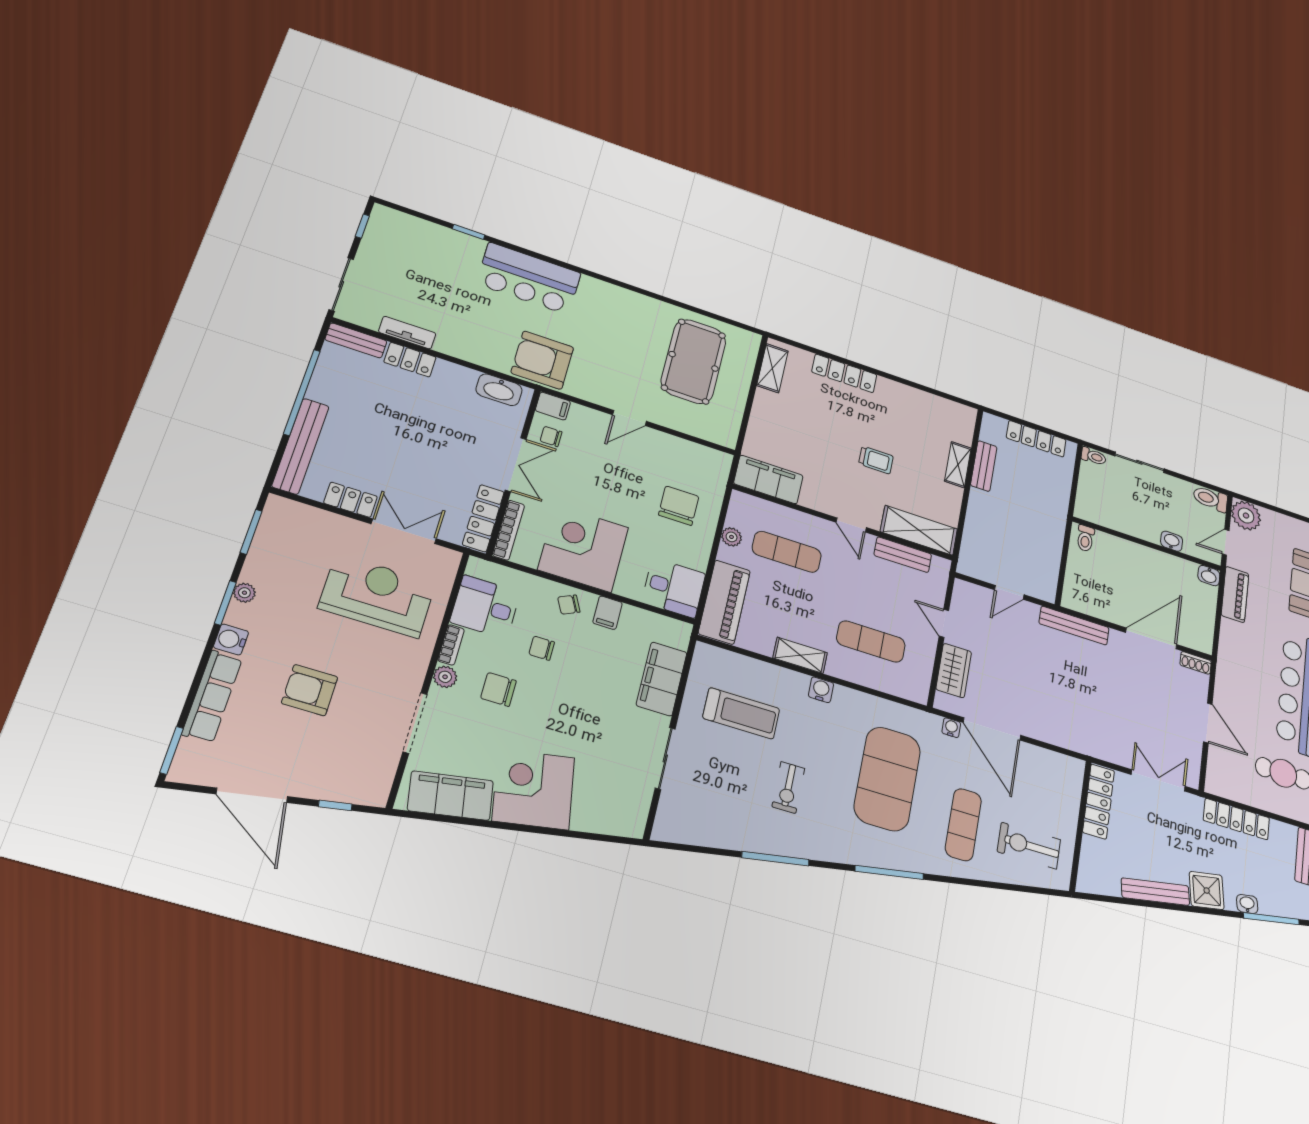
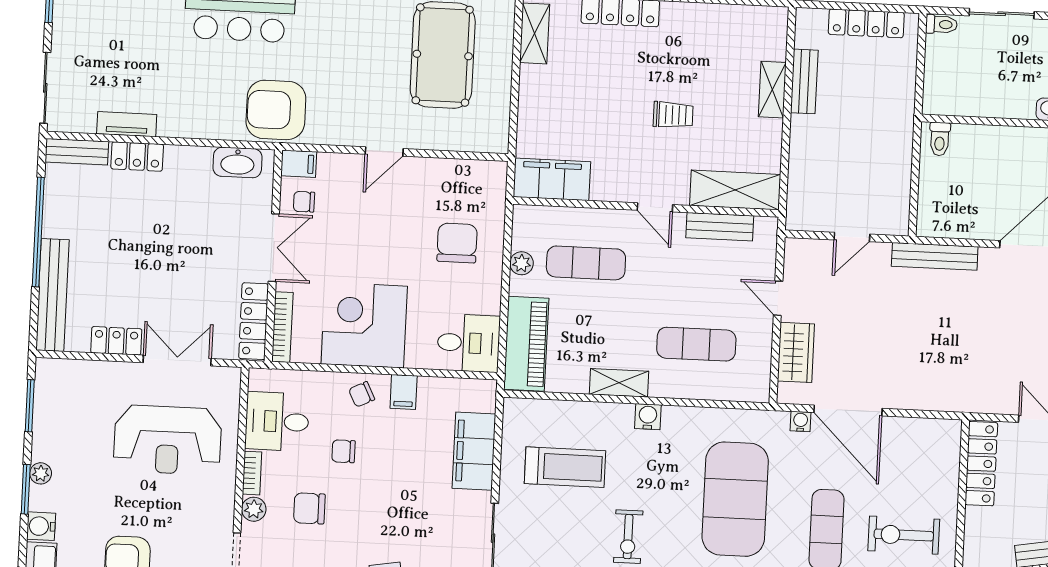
reception desk: (377, 596) -> (168, 440), turned 180

